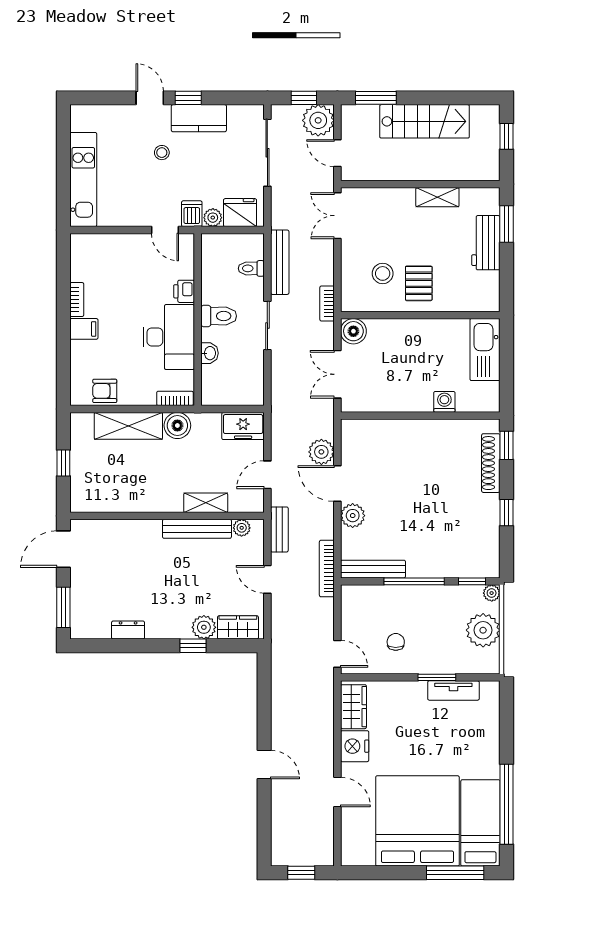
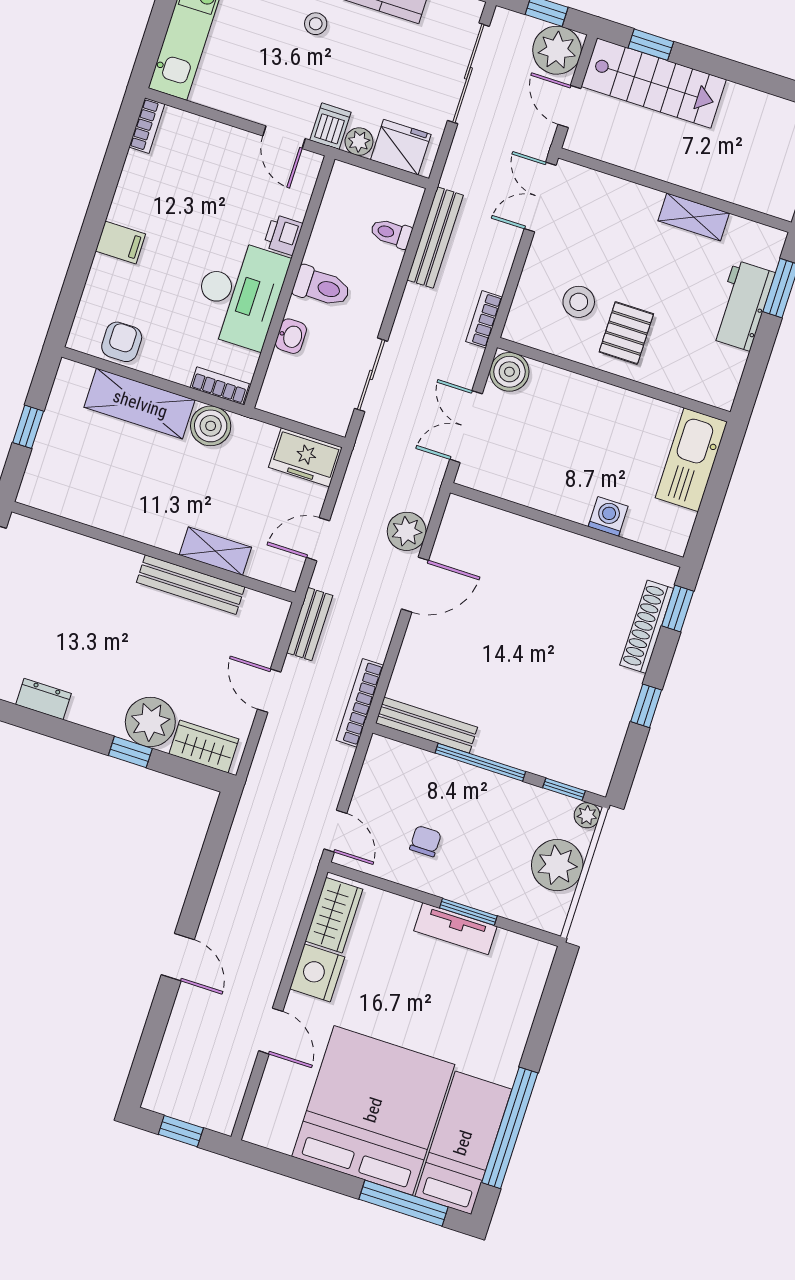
window: (376, 98) -> (651, 45), width x0.67
stairs: (425, 121) -> (654, 83), moved
bookcase: (77, 300) -> (147, 126), moved
sliding door: (267, 325) -> (371, 375), moved
armchair: (105, 391) -> (122, 342), turned 90
door: (337, 484) -> (415, 585), swing flipped
plant: (353, 516) -> (422, 638), removed
plant: (242, 528) -> (256, 604), removed
plant: (204, 627) -> (150, 722), width x1.36, depth x1.36
tv unit: (453, 691) -> (455, 929), moved

